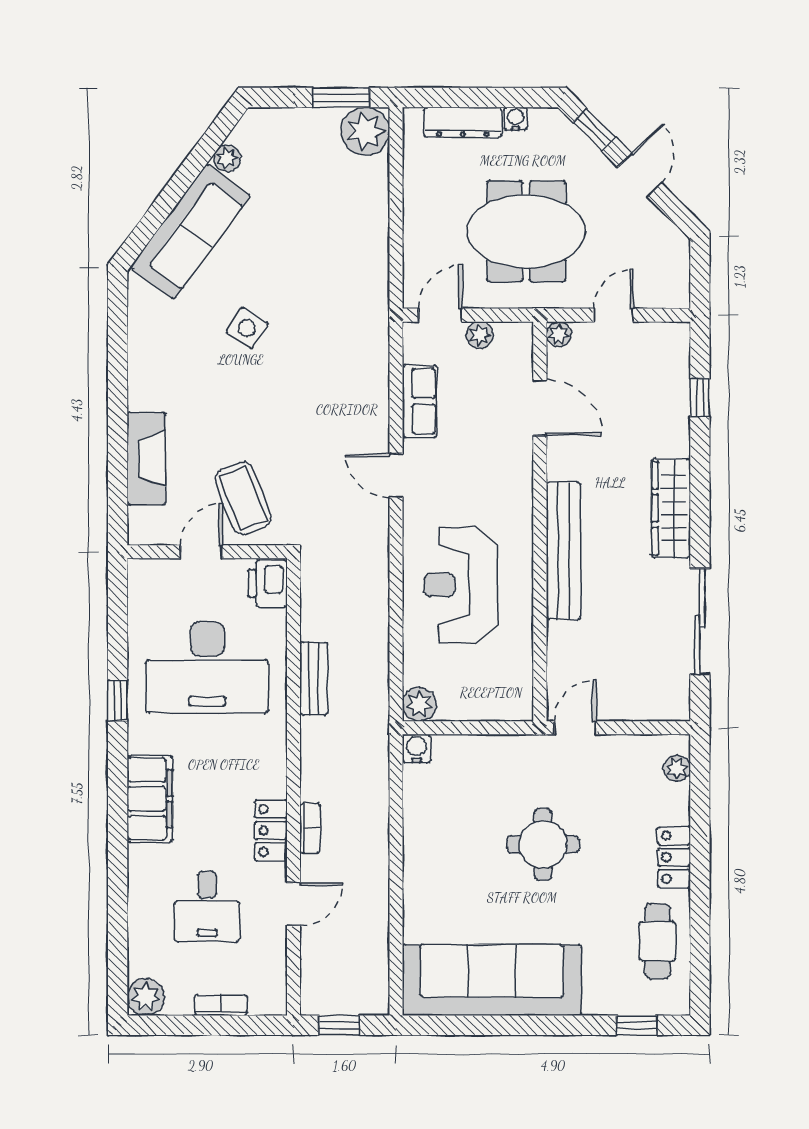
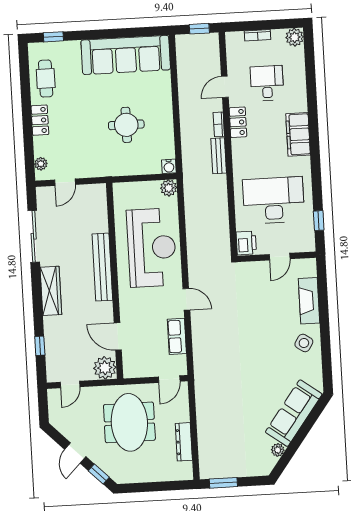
water cooler: (516, 119) -> (138, 477), removed
dresser: (463, 122) -> (184, 442), moved, turned -90
plant: (365, 131) -> (211, 467), removed
meeting table: (526, 231) -> (129, 422), turned 90
door: (613, 315) -> (70, 385), moved
side table: (247, 328) -> (304, 343), moved
plant: (559, 334) -> (105, 368), width x1.87, depth x1.87
plant: (480, 335) -> (149, 370), removed
coffee table: (243, 498) -> (261, 284), removed
reception desk: (461, 585) -> (152, 248), width x1.36, depth x1.30
bench: (314, 679) -> (219, 156), moved
window: (118, 701) -> (319, 221), moved
door: (575, 728) -> (65, 182), moved
round table: (543, 844) -> (126, 125), moved

